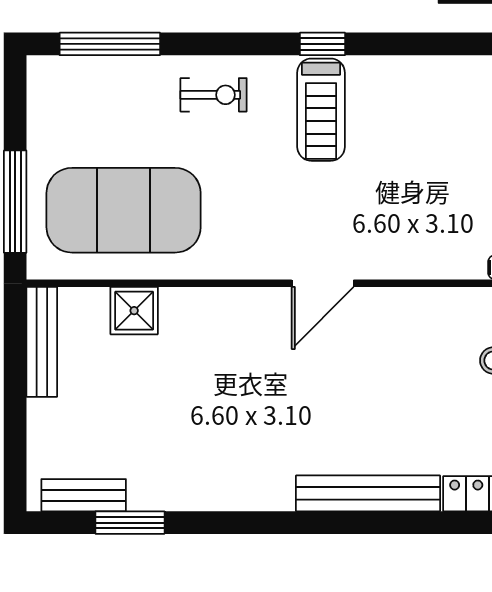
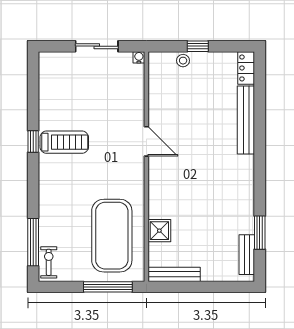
exercise bike: (214, 95) -> (49, 262), moved

